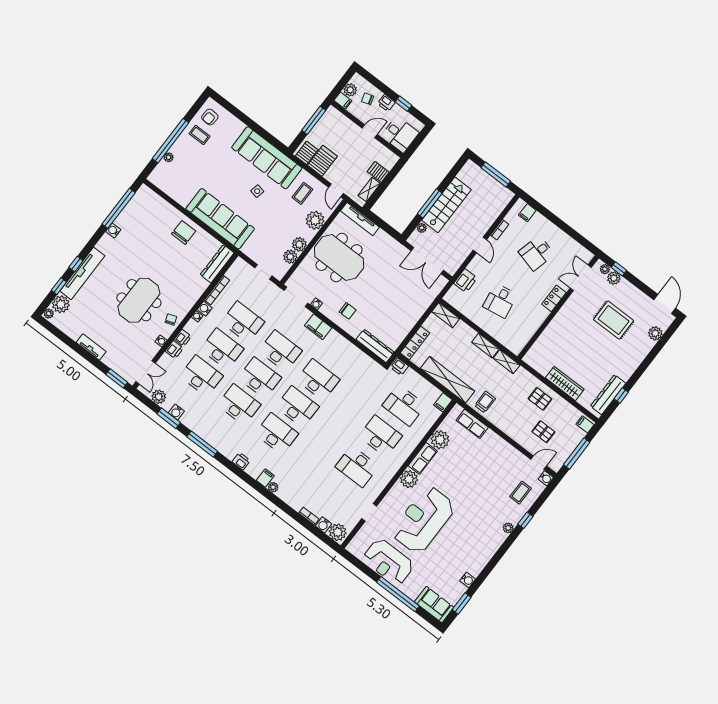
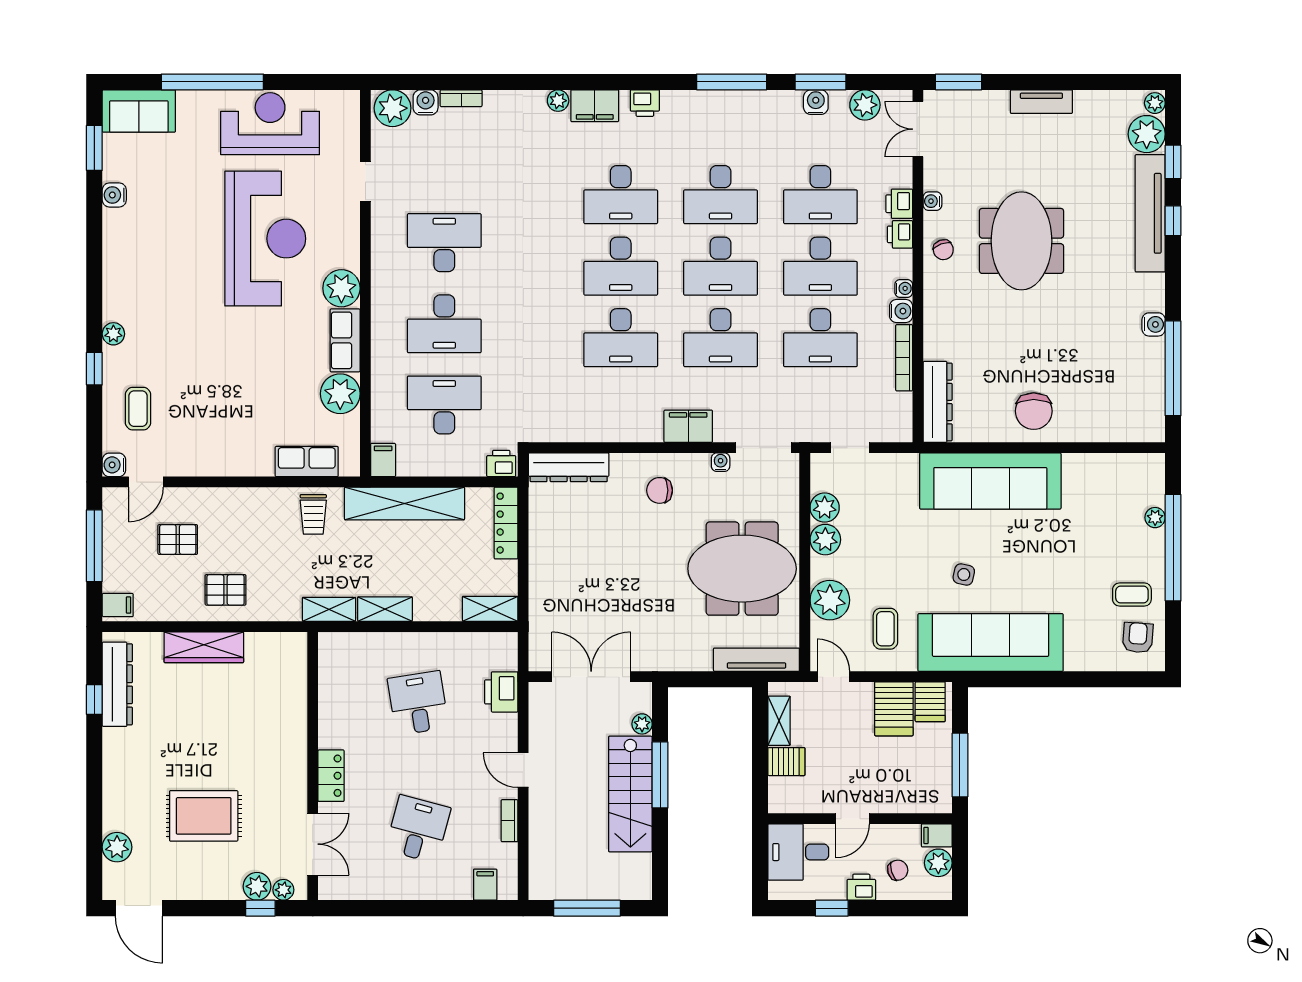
filing cabinet: (265, 478) -> (595, 106), width x2.00

